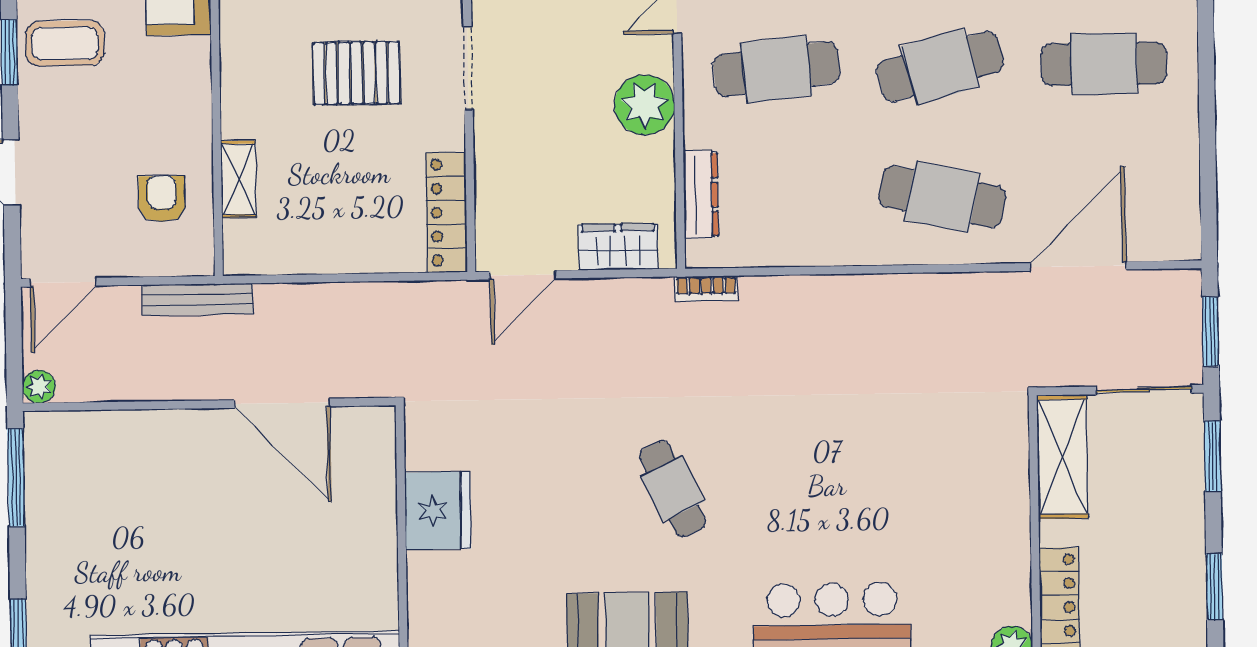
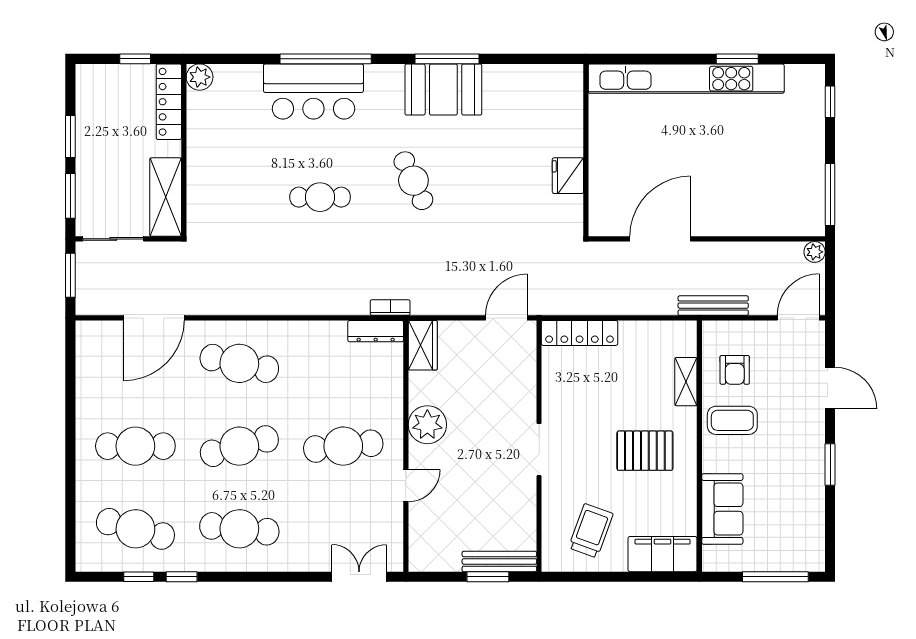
coffee table: (65, 43) -> (732, 420), moved
pallet: (357, 73) -> (645, 451), moved
dresser: (701, 195) -> (376, 331), moved, turned -90
locker: (447, 212) -> (580, 333), moved, turned 90
wardrobe: (618, 247) -> (423, 345), moved, turned -90
door: (282, 403) -> (660, 239), hinge flipped
cafe table: (819, 461) -> (320, 197), added
fridge: (438, 511) -> (568, 176), width x0.73, depth x0.75
window: (1214, 587) -> (70, 136), moved

